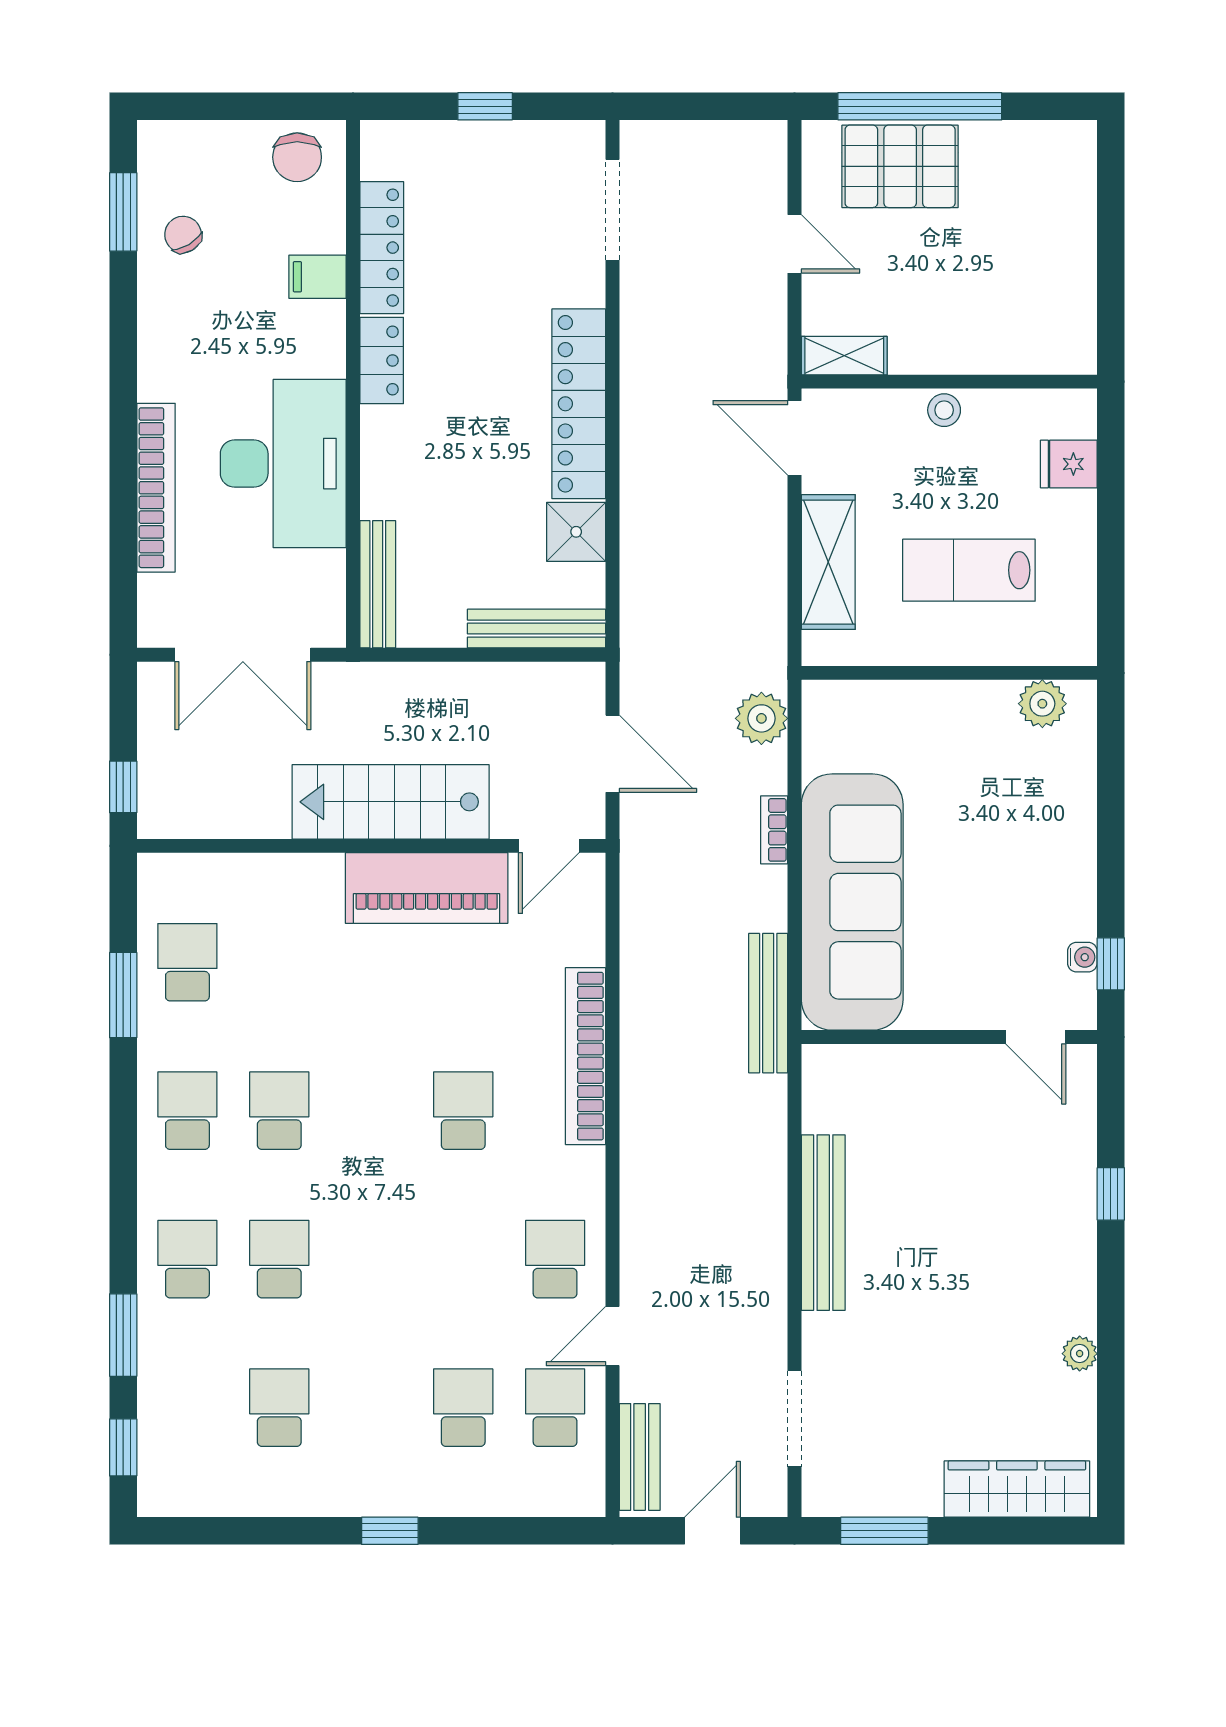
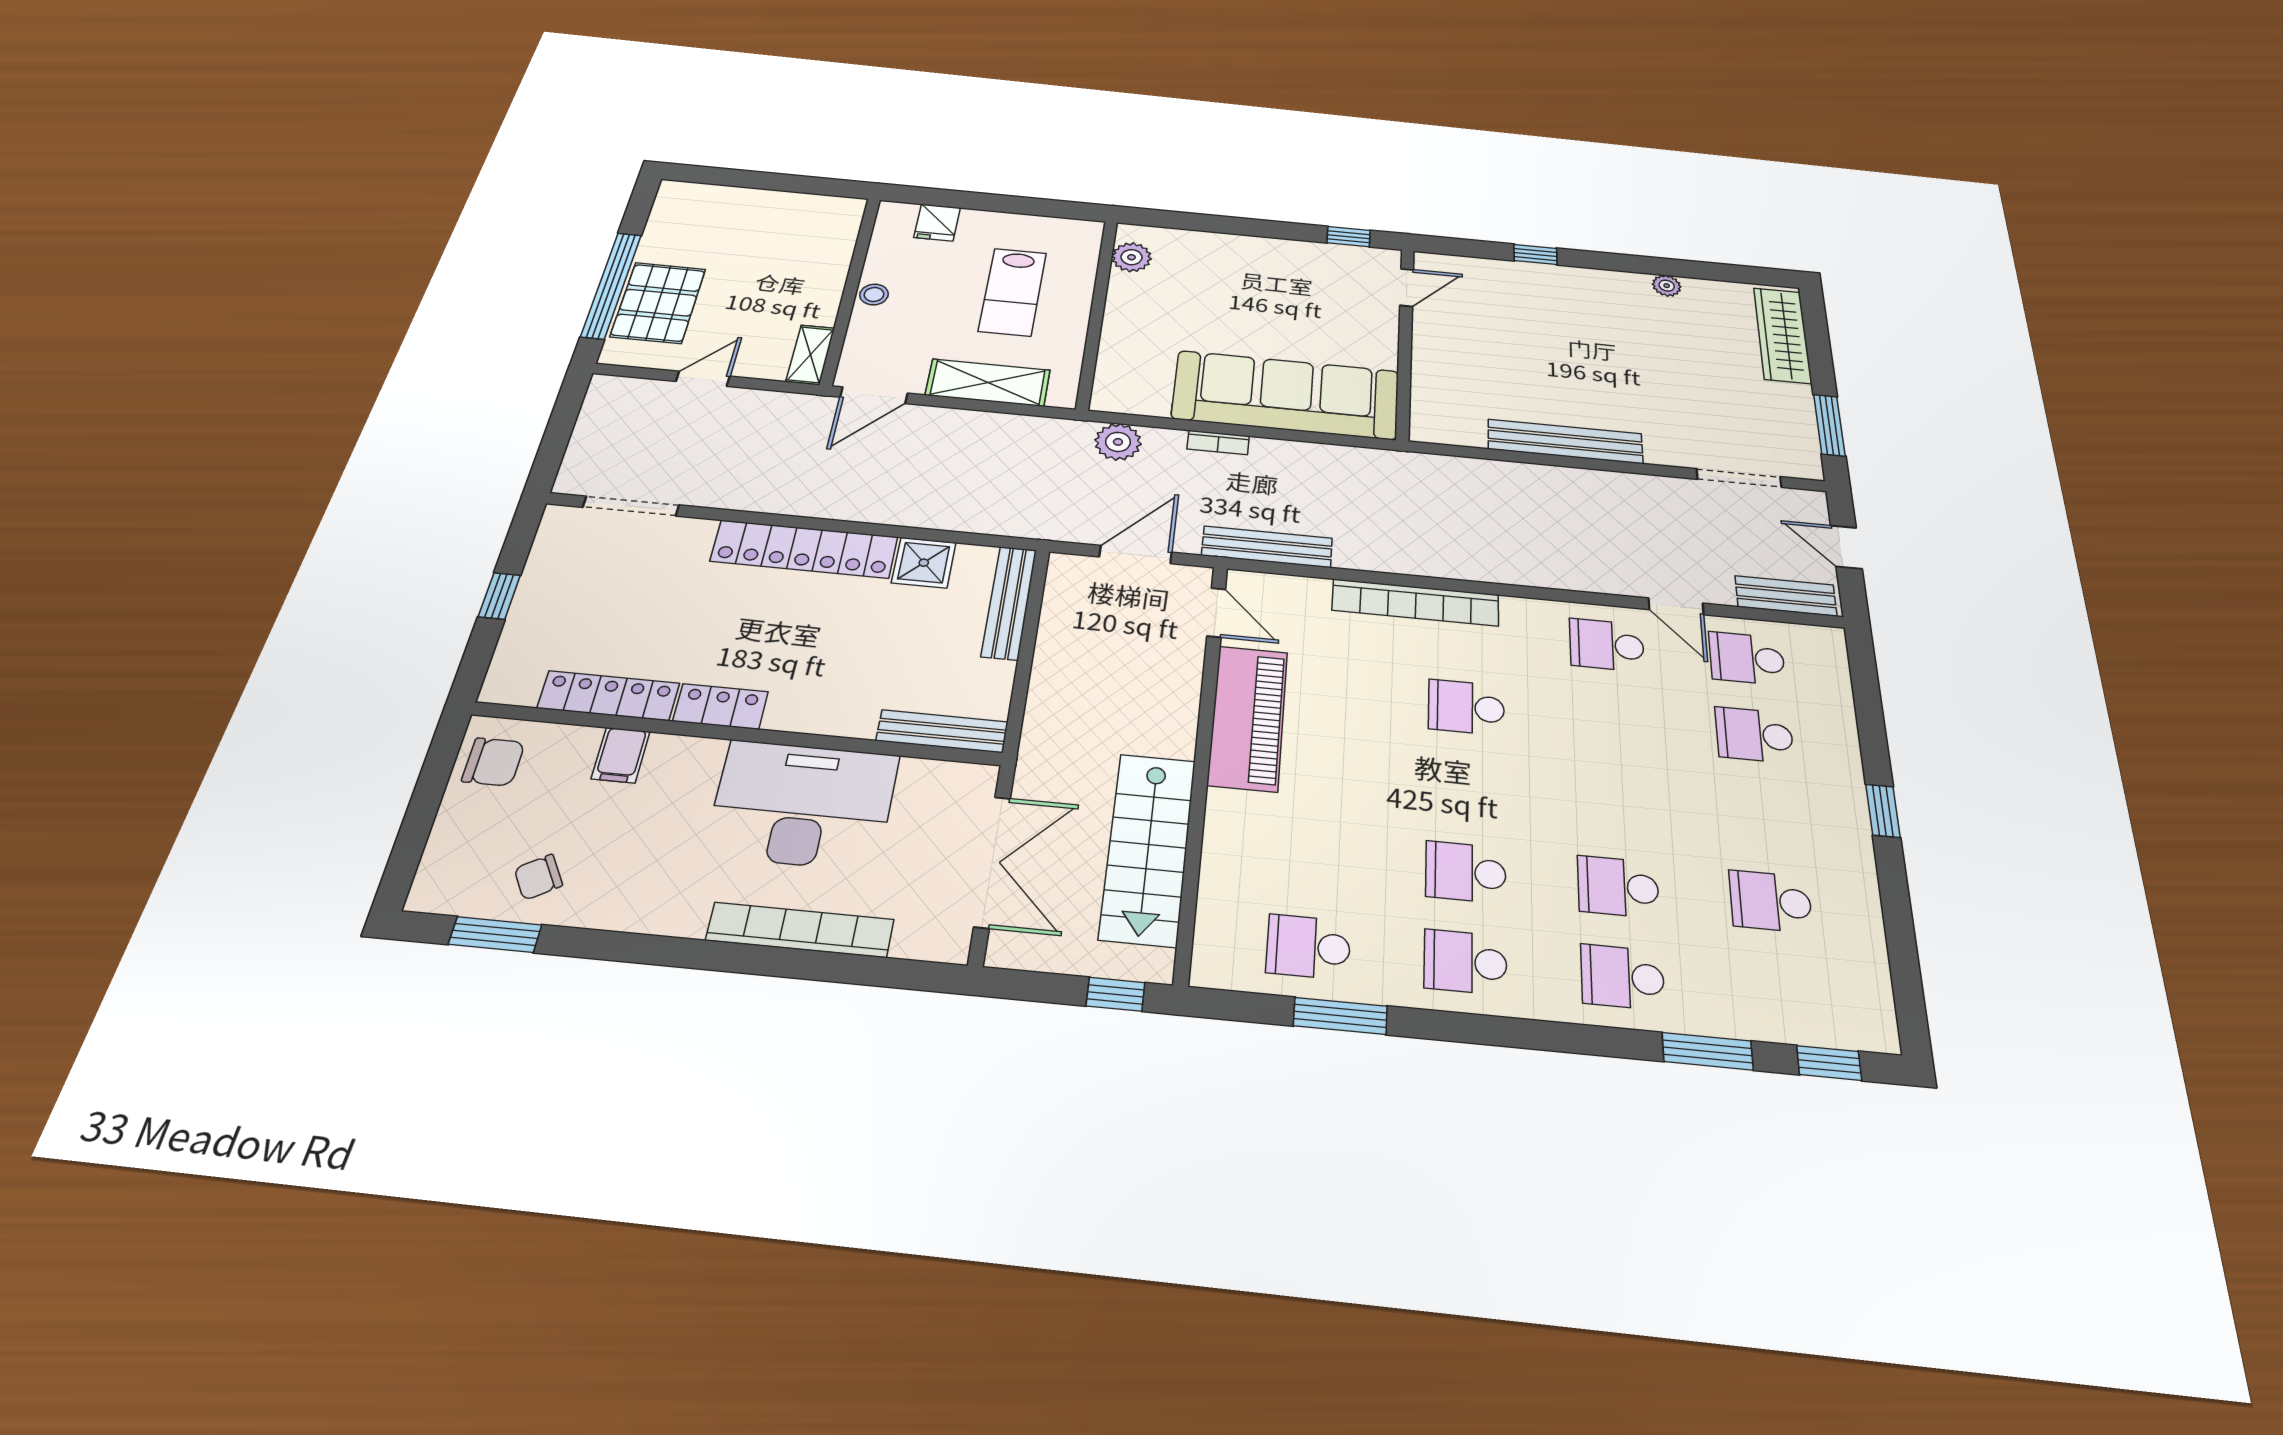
stairs: (391, 802) -> (1148, 848), moved
water cooler: (1082, 957) -> (1342, 253), removed
bench: (768, 1003) -> (1267, 547), moved

